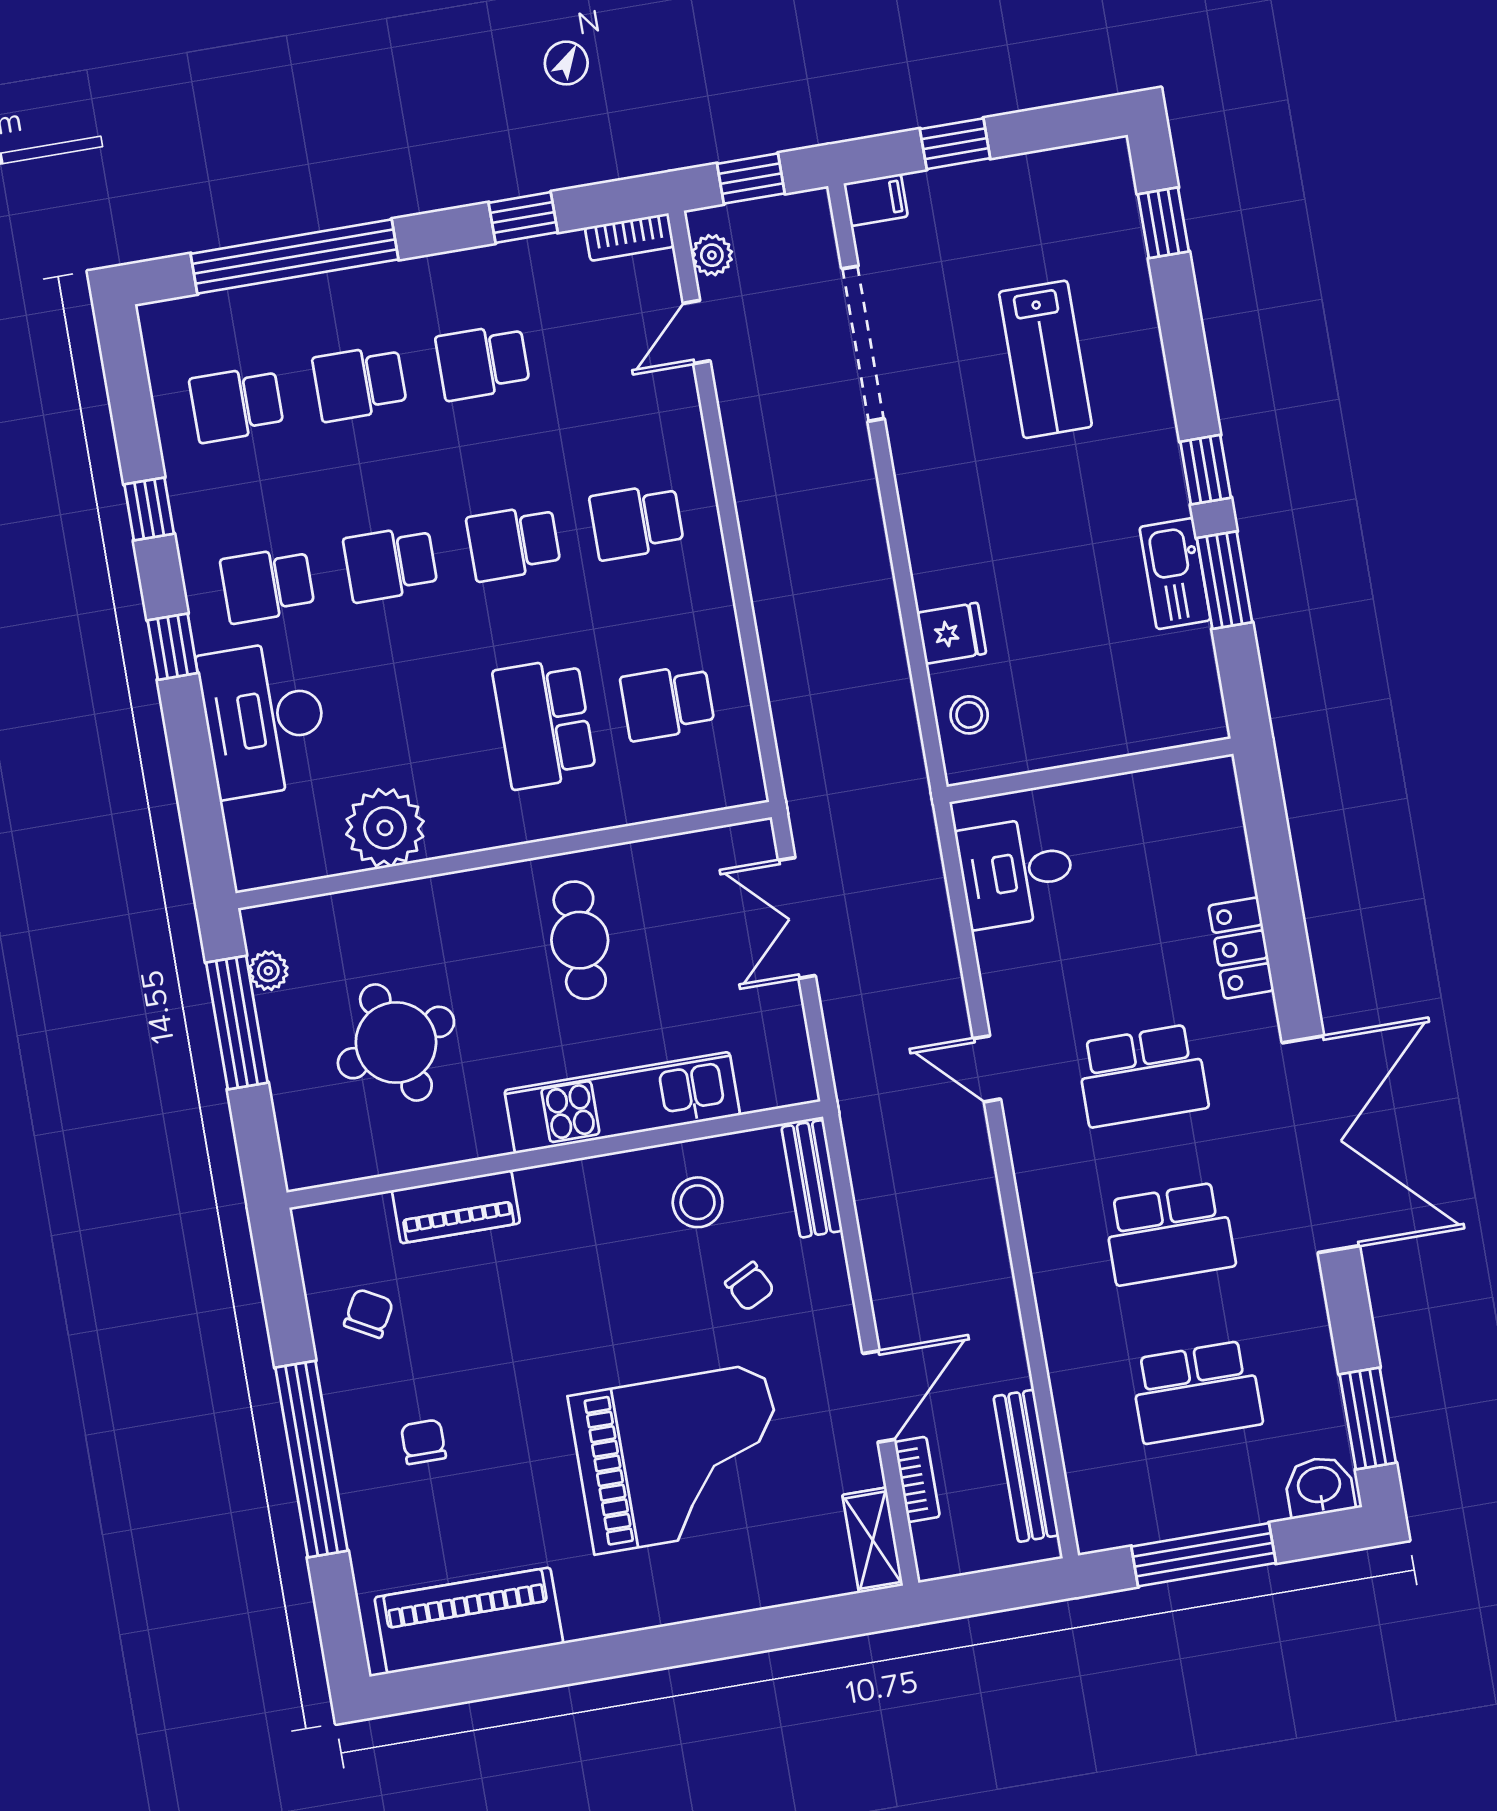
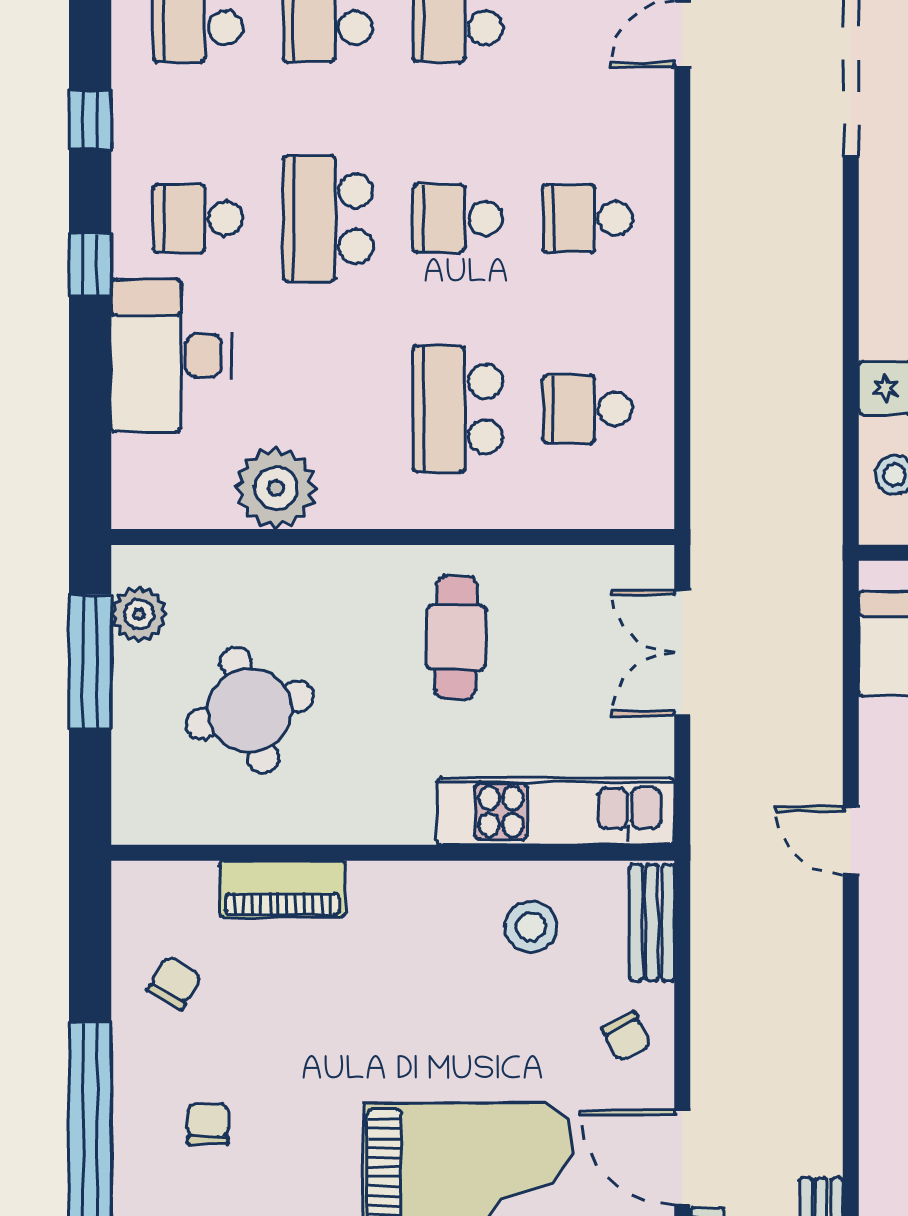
school desk: (390, 564) -> (328, 218), width x1.85
plant: (268, 971) -> (139, 614), width x1.38, depth x1.38
kitchen unit: (622, 1103) -> (556, 811), moved
chair: (750, 1286) -> (626, 1037), moved
door: (879, 1396) -> (682, 1157), swing flipped

